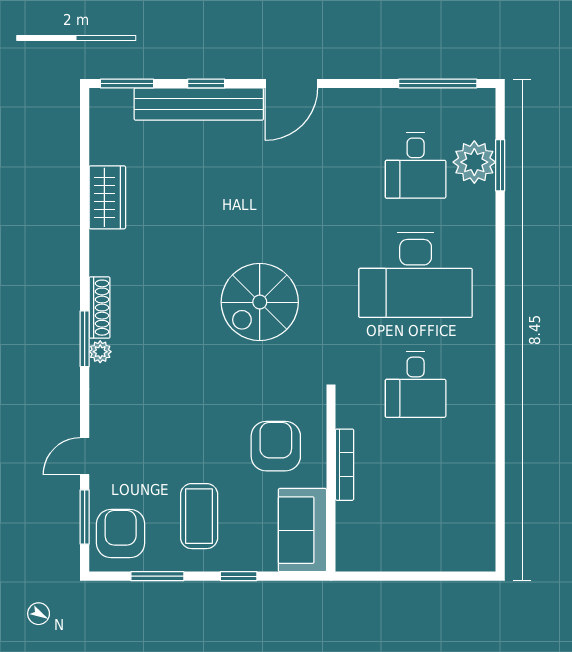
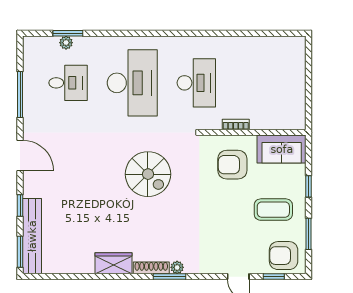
window: (438, 84) -> (20, 94), moved
bench: (199, 104) -> (32, 236), moved
plant: (474, 162) -> (66, 43), width x0.53, depth x0.53
wardrobe: (107, 197) -> (113, 263), moved
desk: (416, 385) -> (196, 83), width x1.37
bookcase: (345, 465) -> (236, 124), width x0.64
window: (85, 517) -> (274, 277), width x0.67

